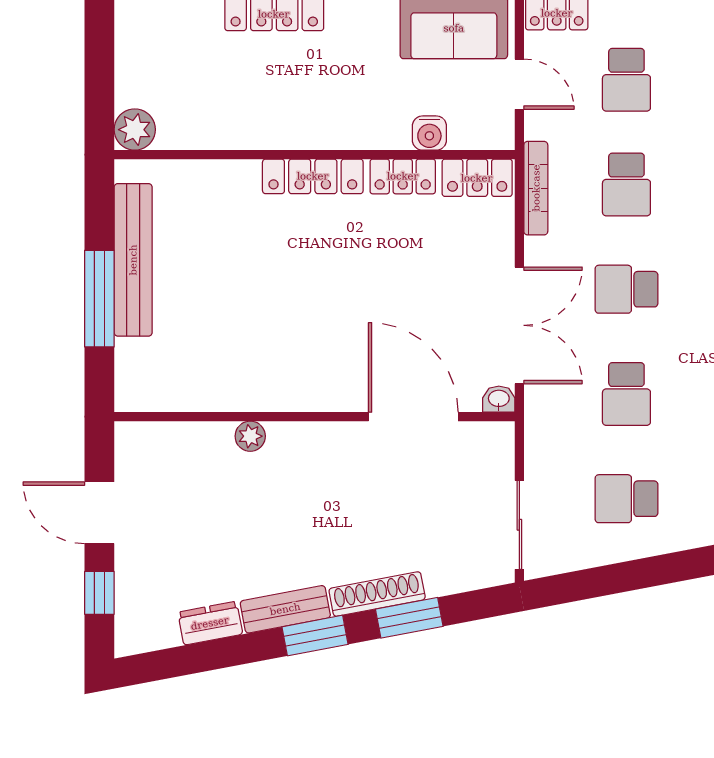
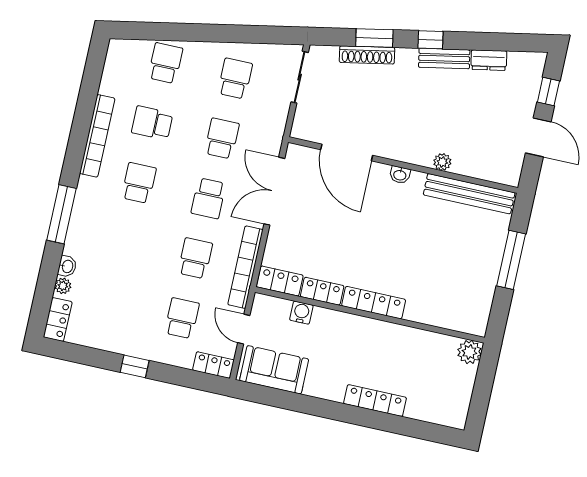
bookcase: (536, 188) -> (245, 267), width x1.48, depth x1.31
bench: (133, 260) -> (469, 194), moved, turned 90
school desk: (626, 289) -> (208, 198), turned 90
washbasin: (499, 399) -> (400, 175), moved
school desk: (626, 499) -> (235, 79), turned -90
shoe rack: (377, 594) -> (367, 55), moved
window: (315, 636) -> (431, 40), width x0.67

